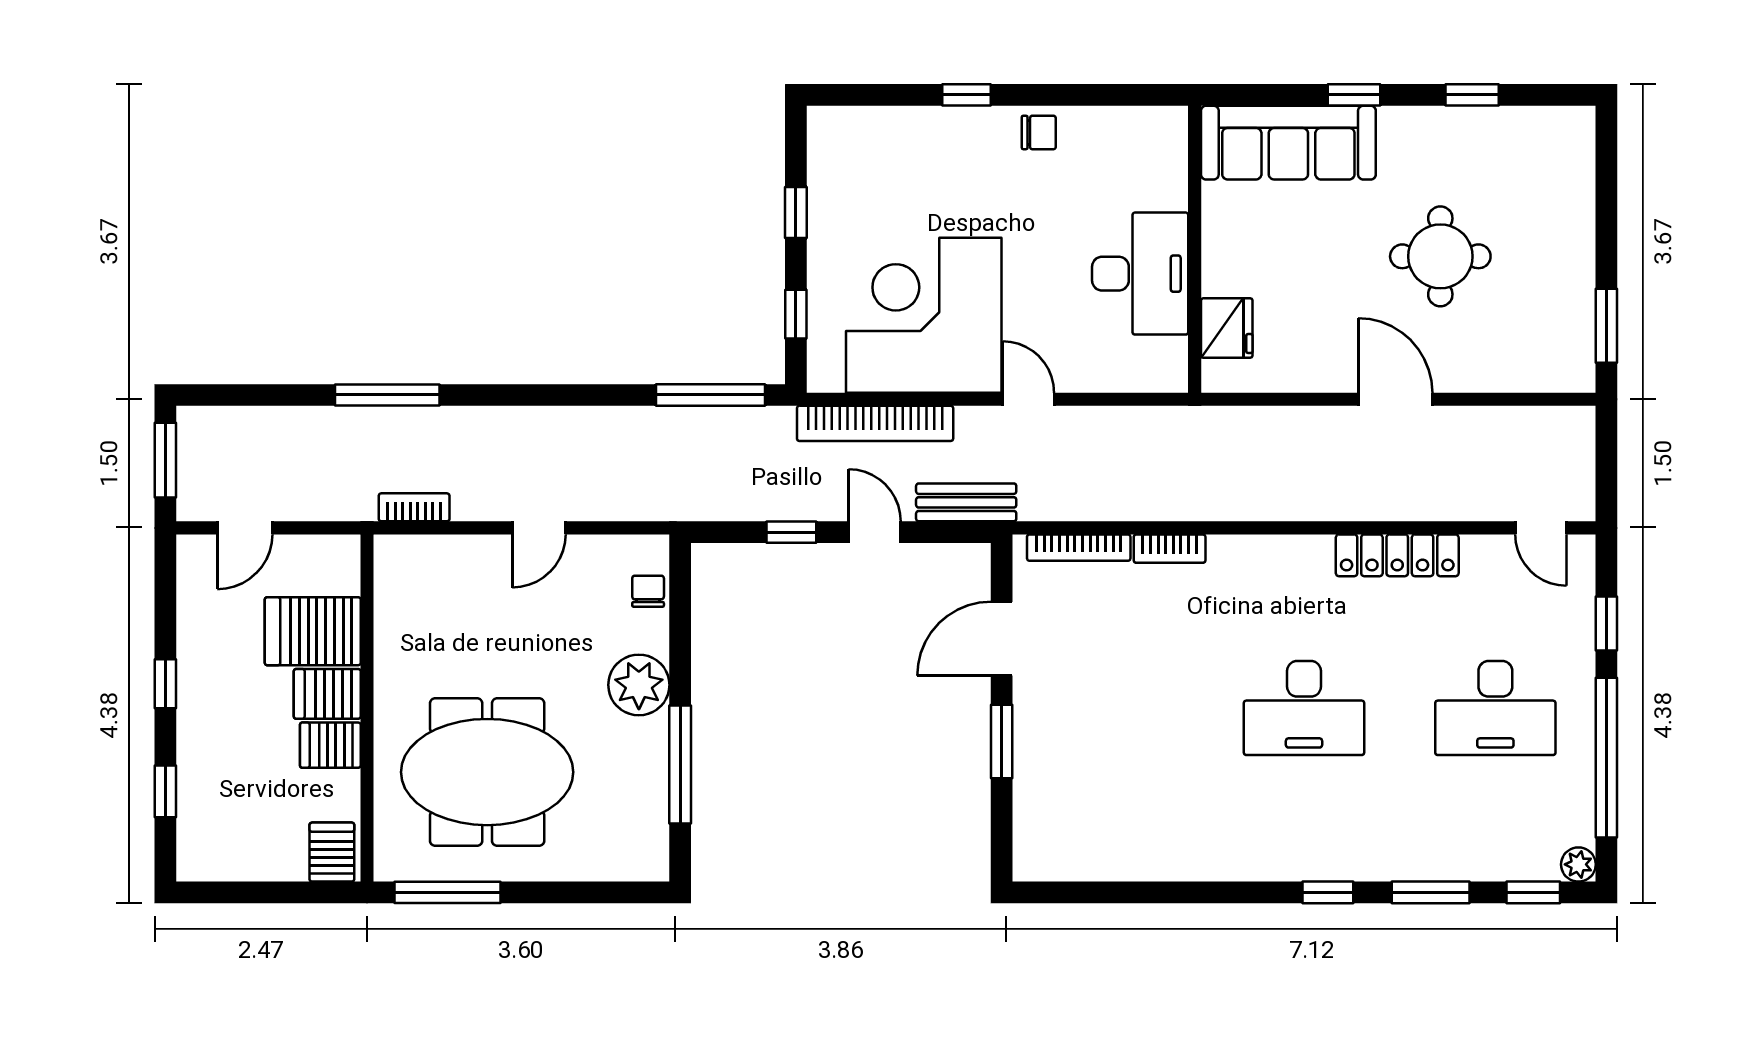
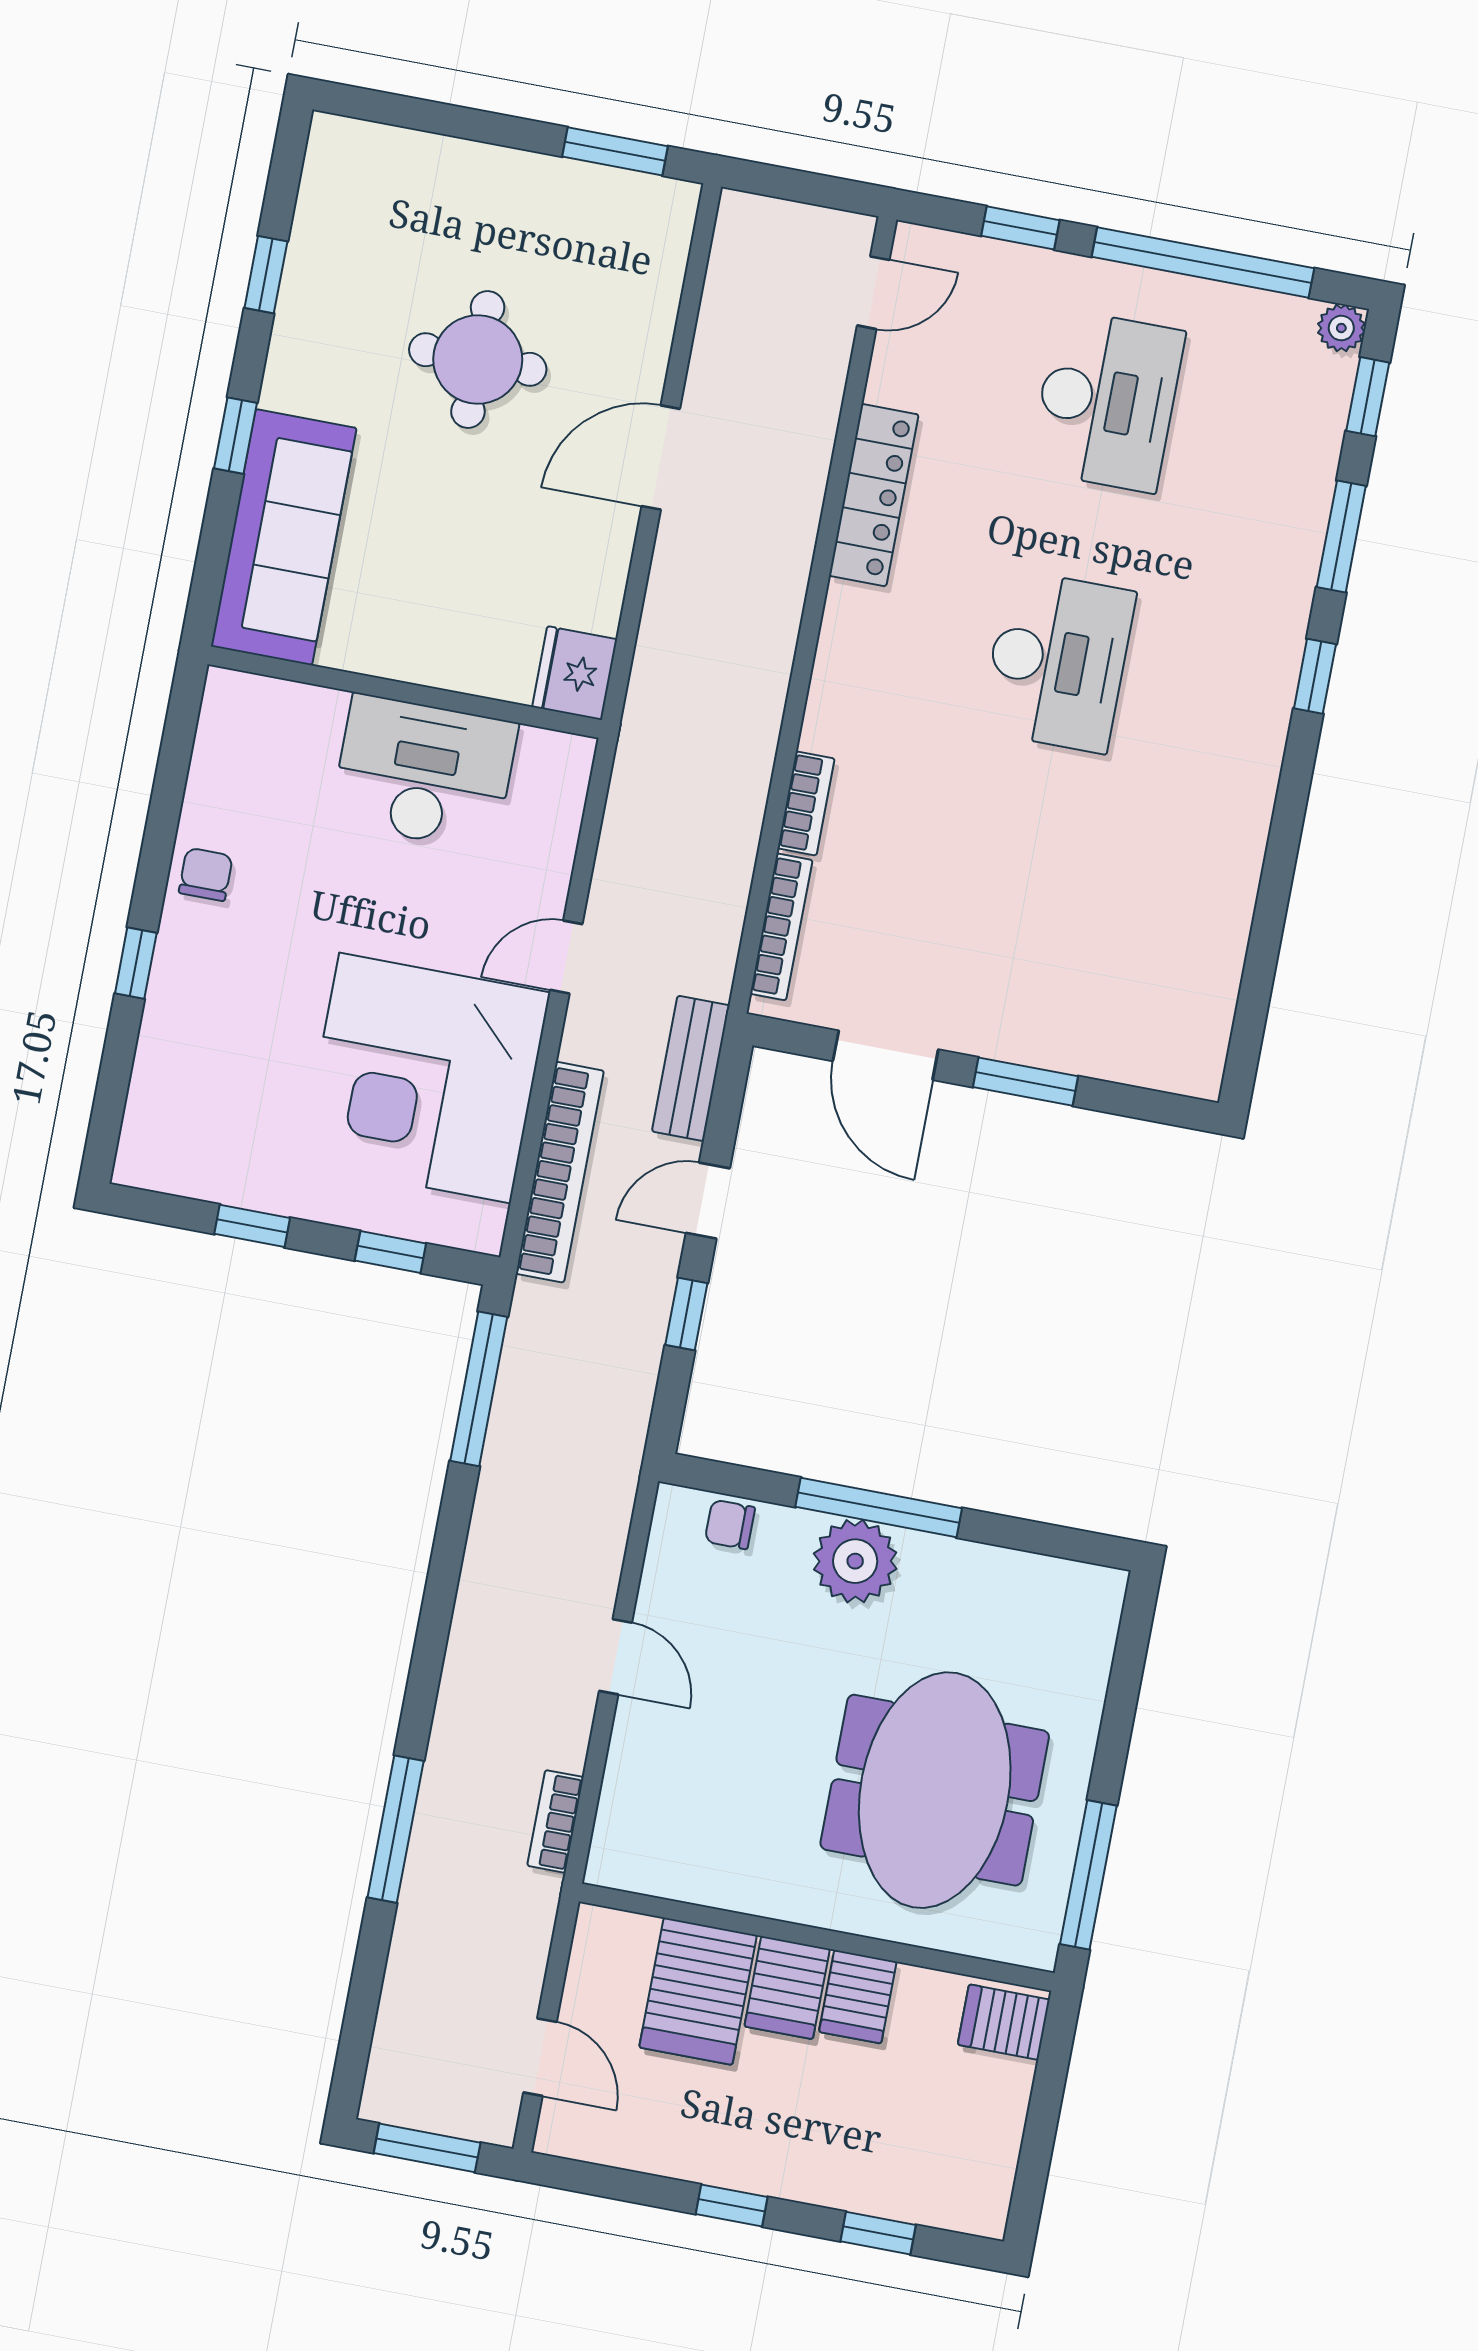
fridge: (1227, 328) -> (575, 673), moved, turned -90
window: (680, 764) -> (879, 1507), moved

